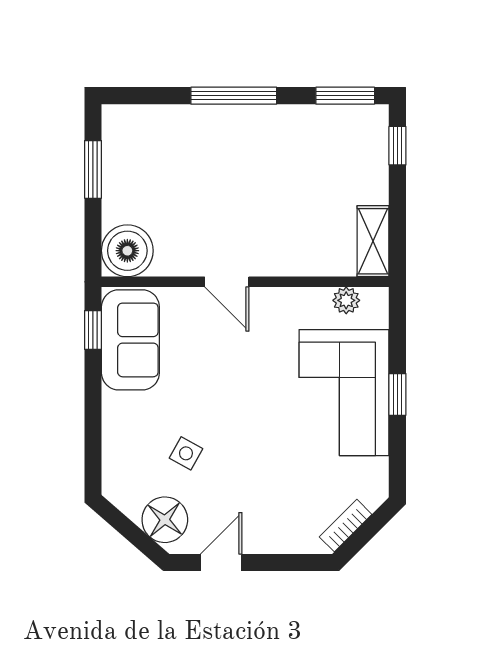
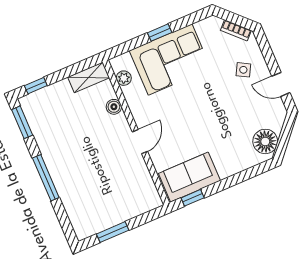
boiler: (127, 251) -> (114, 107), moved, width x0.54, depth x0.54
side table: (186, 453) -> (243, 70), moved
floor lamp: (165, 520) -> (265, 141), moved

